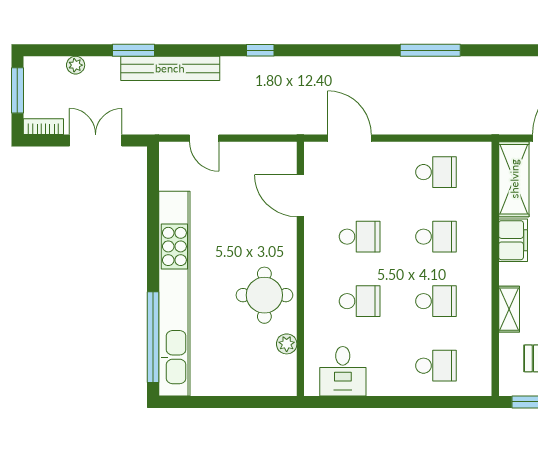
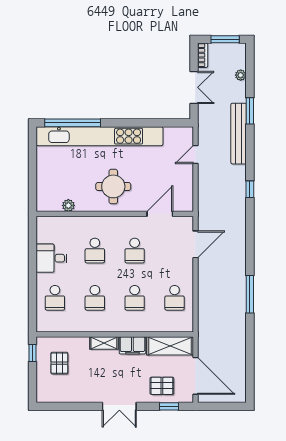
round table: (264, 295) -> (113, 186), moved
shelving: (509, 309) -> (104, 343), moved
desk: (343, 371) -> (51, 258), moved

